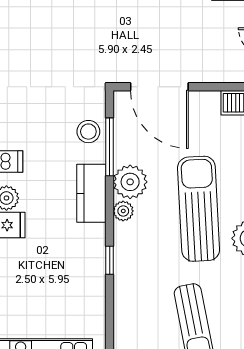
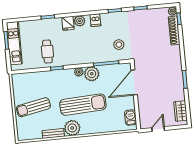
stool: (88, 132) -> (119, 45), moved
kitchen counter: (91, 193) -> (85, 57), removed
cafe table: (69, 278) -> (47, 52), added

